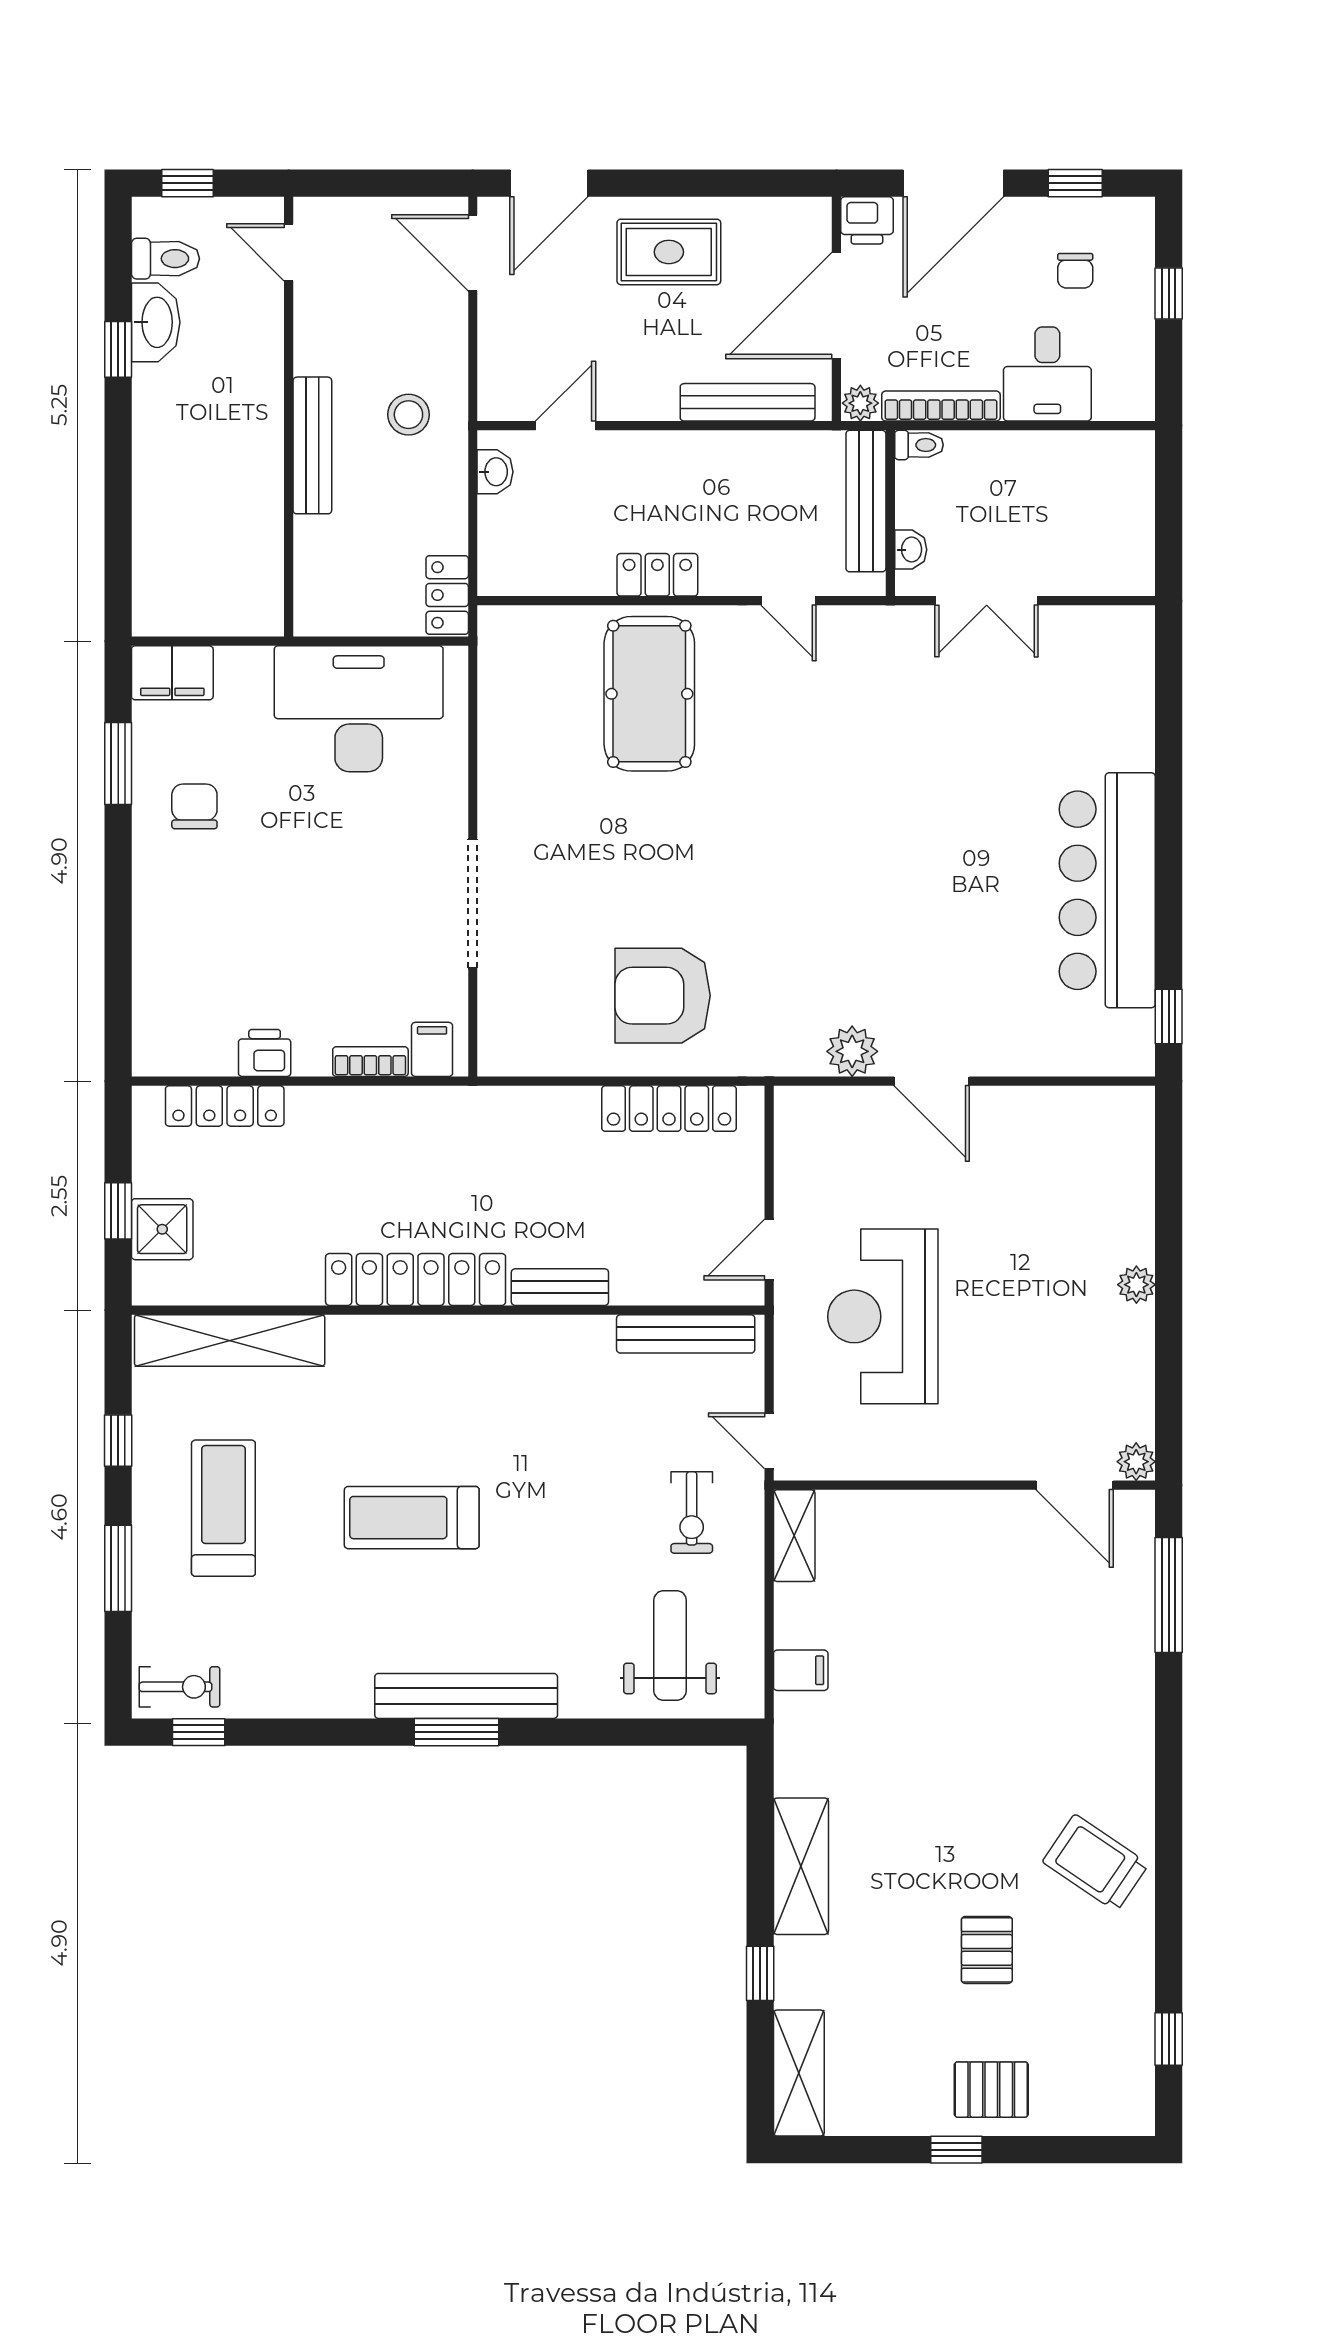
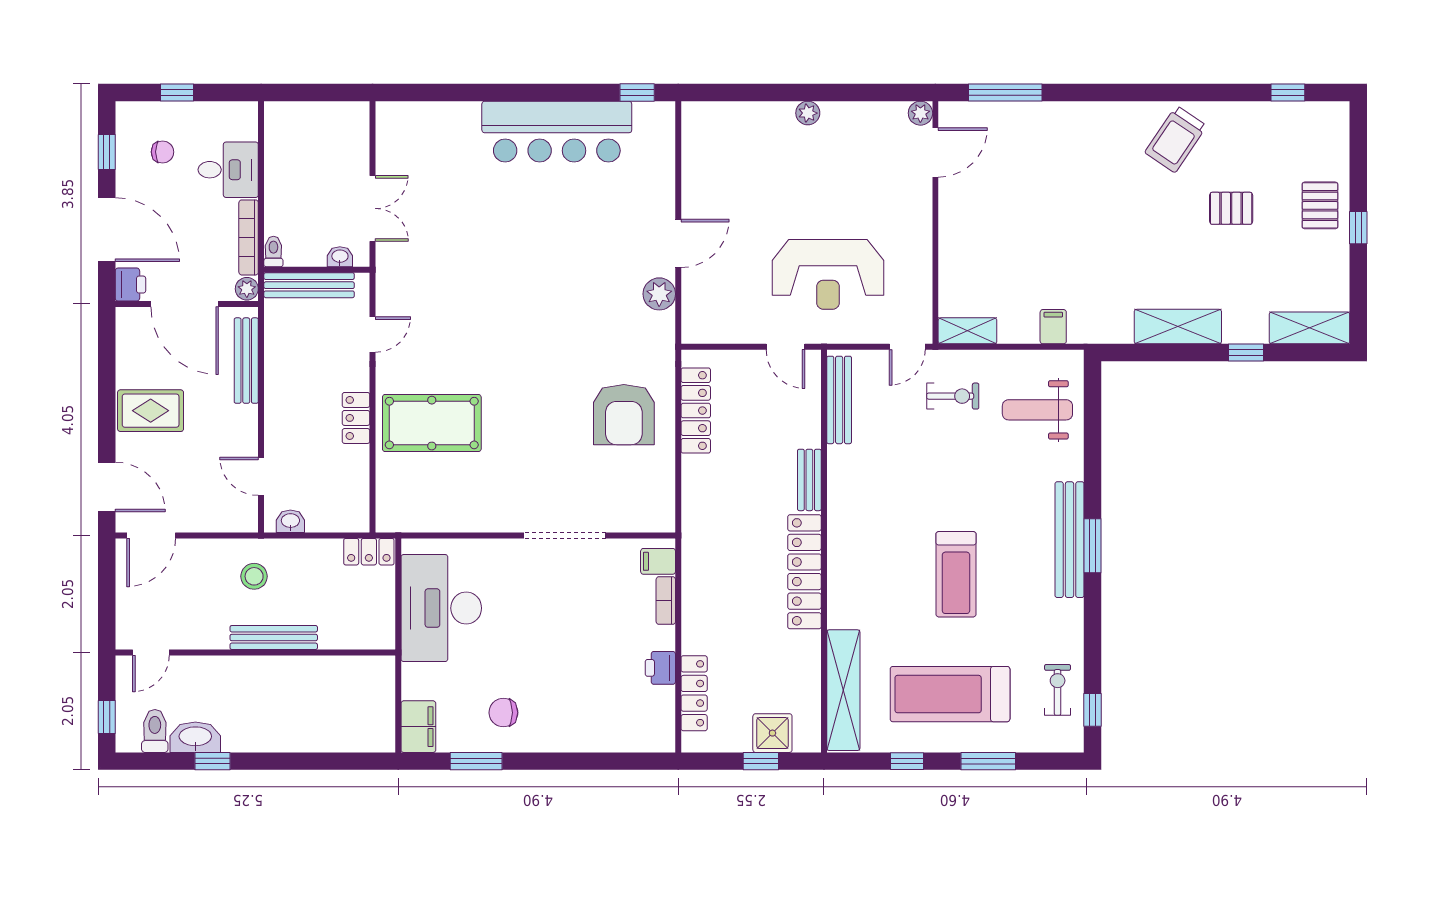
rug: (669, 252) -> (151, 411), turned 90
treadmill: (223, 1508) -> (950, 694), width x1.37, depth x1.38
exercise bike: (180, 1687) -> (1058, 690), moved

